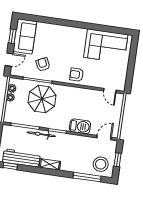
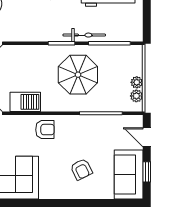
door: (9, 60) -> (147, 137), hinge flipped
armchair: (43, 64) -> (81, 169), moved
parasol: (42, 99) -> (78, 75), moved
barbecue: (80, 126) -> (25, 102), moved, turned 180

